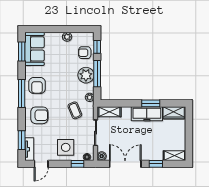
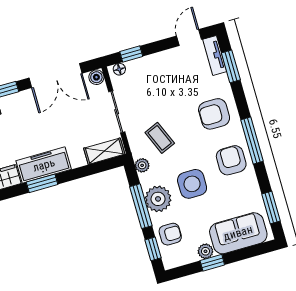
window: (65, 29) -> (212, 263), added
sofa: (34, 49) -> (238, 233), moved, turned 90
side table: (66, 147) -> (192, 184), moved

